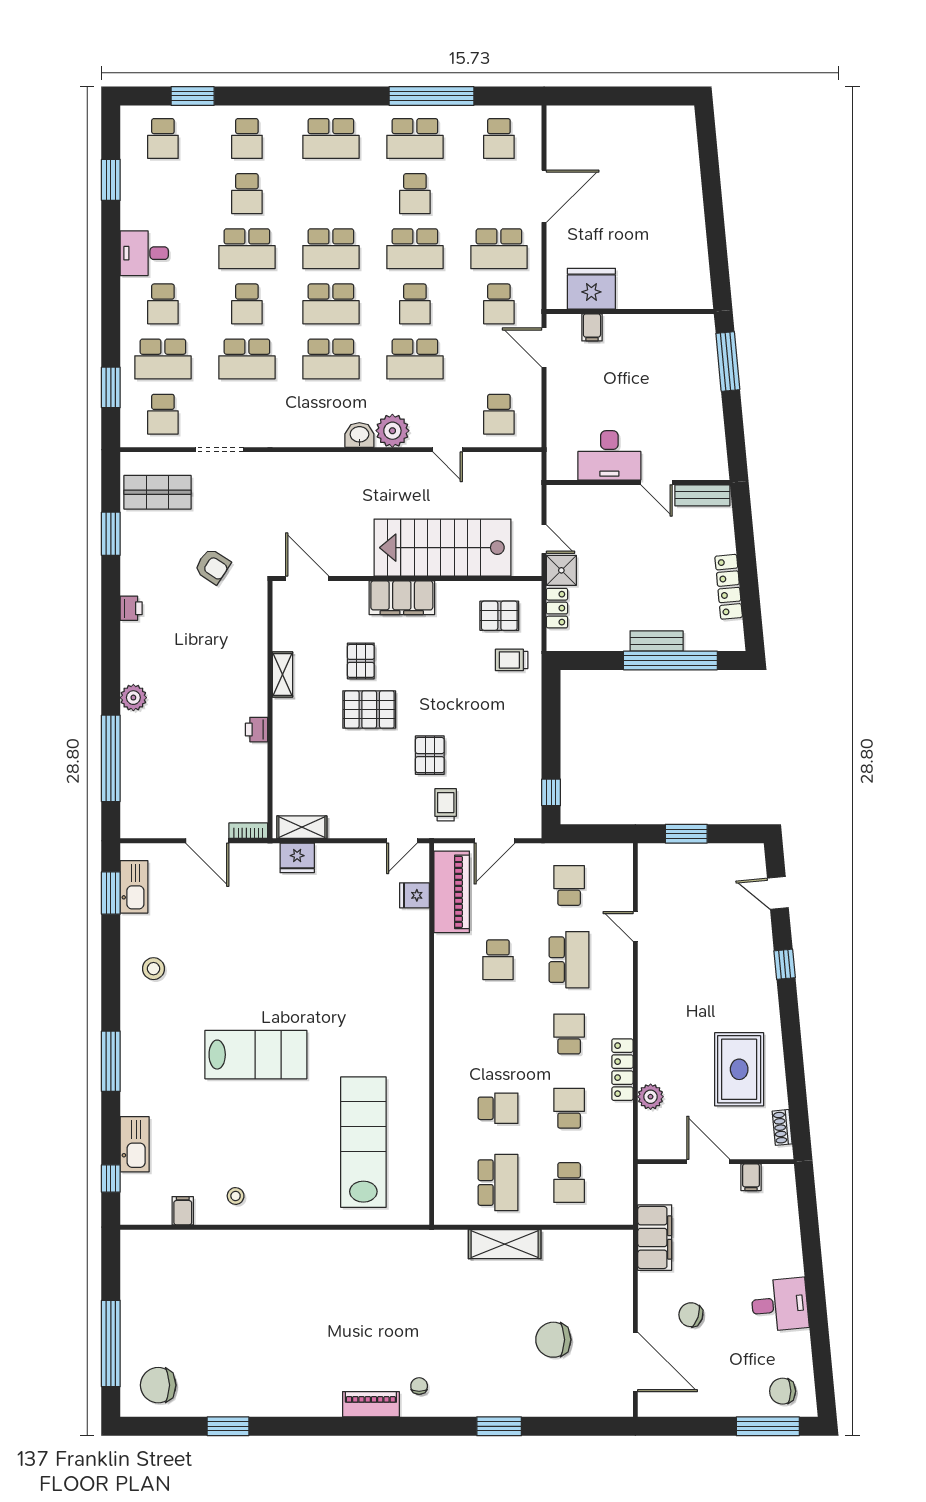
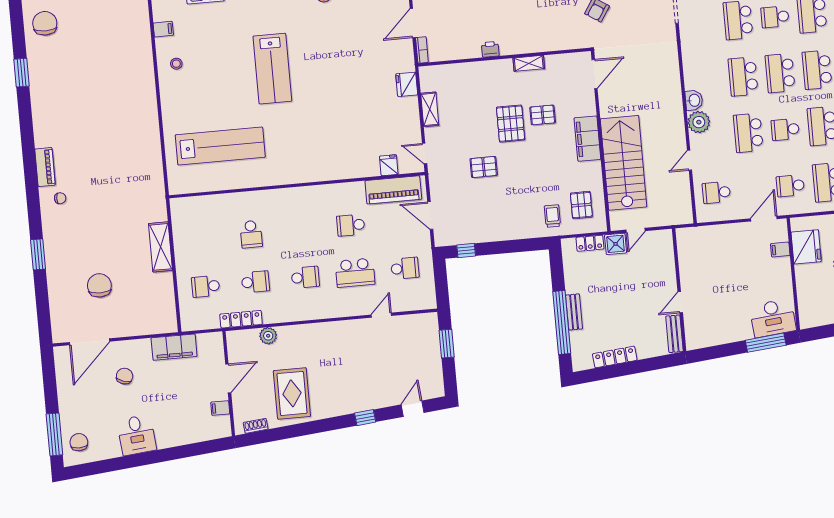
desk: (609, 455) -> (773, 318), moved, turned -95
trolley: (446, 805) -> (451, 181), removed
shelving: (302, 827) -> (430, 109), moved
rug: (739, 1069) -> (292, 393), turned 90
locker: (622, 1070) -> (241, 319), moved
school desk: (498, 1183) -> (201, 239), removed

